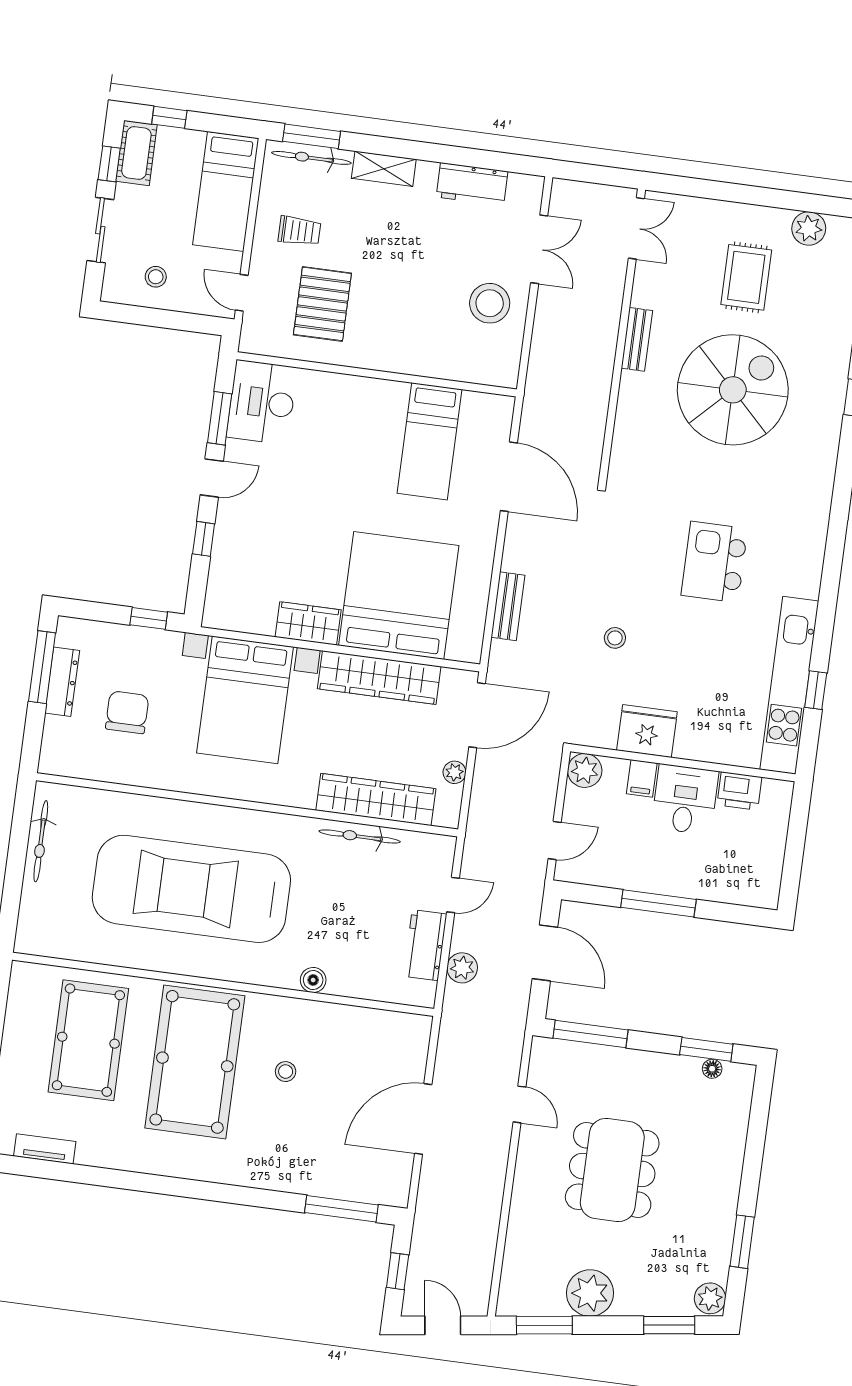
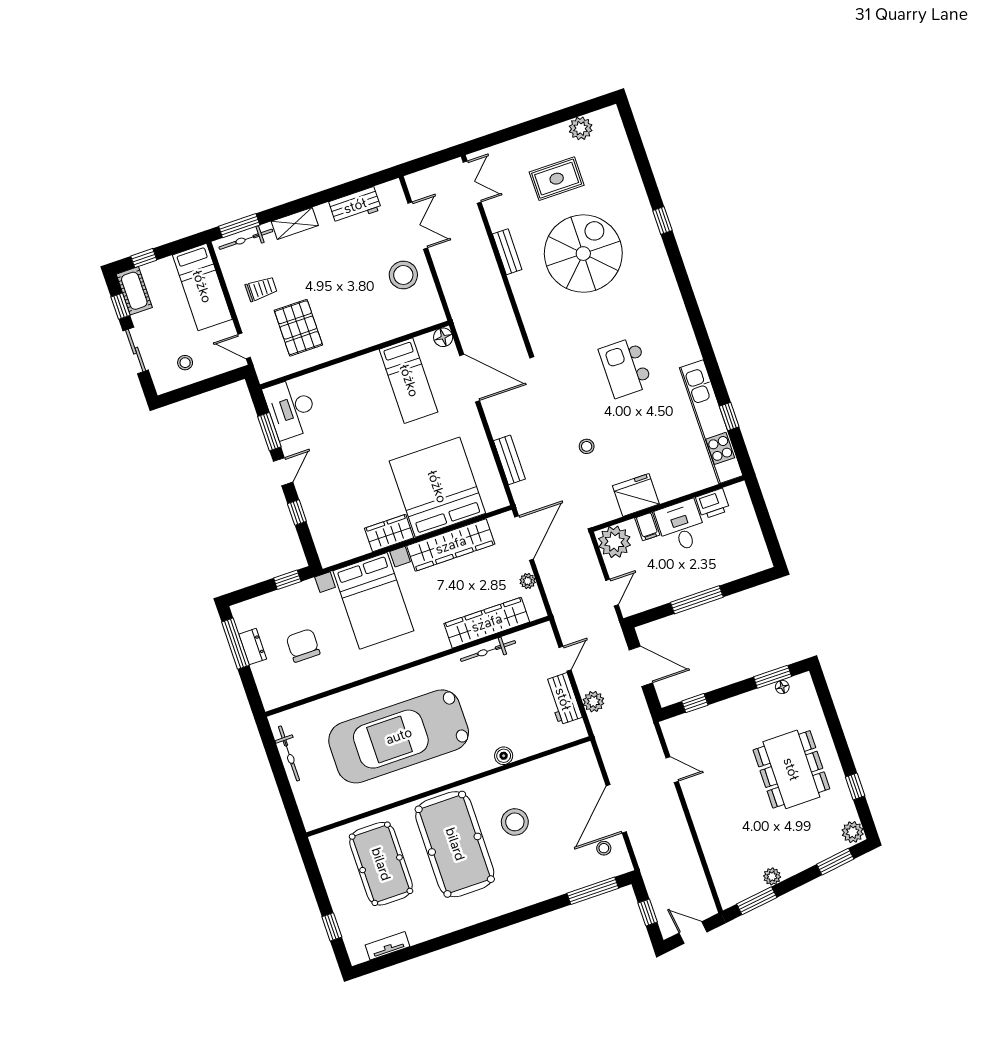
rug: (746, 277) -> (557, 179), turned 90
floor lamp: (501, 408) -> (443, 337), added
dresser: (62, 682) -> (253, 647), width x0.70
plant: (585, 770) -> (615, 542), width x1.36, depth x1.36
window: (591, 1034) -> (695, 703), width x0.46
stool: (286, 1072) -> (515, 822), width x1.89, depth x1.89
stool: (382, 1161) -> (604, 848), added
dining table: (612, 1170) -> (791, 769), moved
window: (742, 1242) -> (855, 786), width x0.67
plant: (590, 1293) -> (772, 876), width x0.53, depth x0.53

